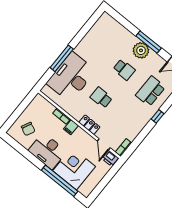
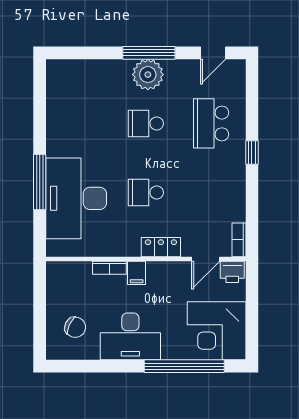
school desk: (124, 70) -> (146, 123), turned 180
door: (104, 144) -> (206, 259), hinge flipped
corner desk: (74, 169) -> (217, 331), moved, turned -90

